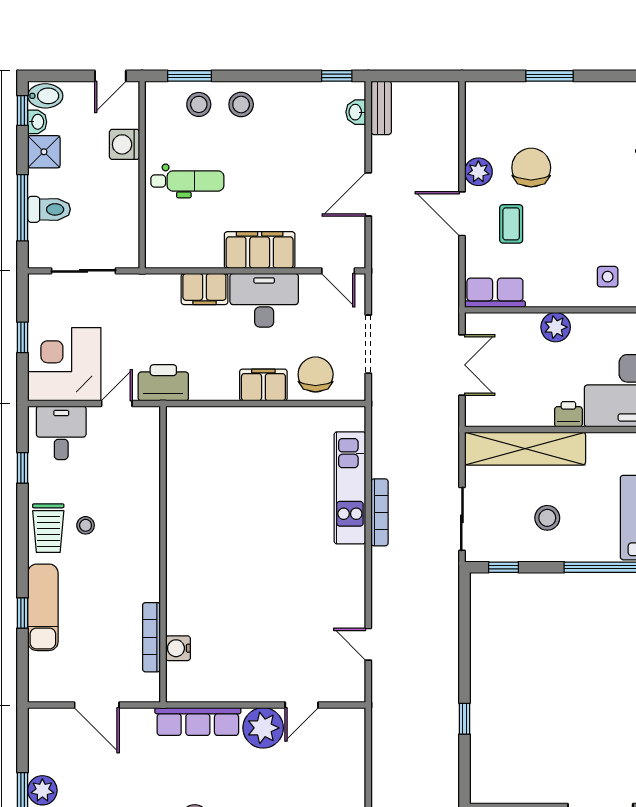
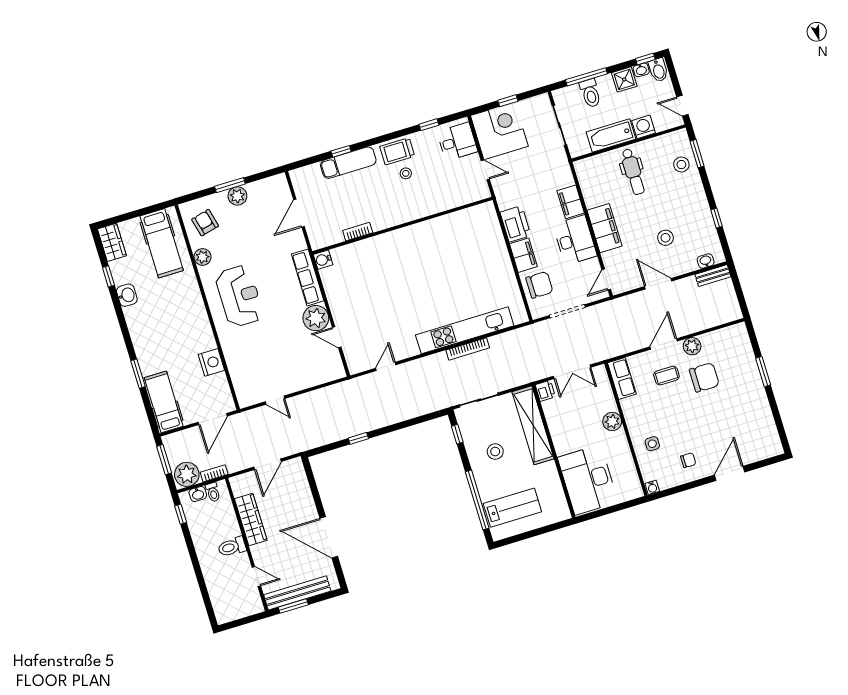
window: (337, 76) -> (717, 218), moved
stool: (241, 104) -> (666, 238), moved
bathtub: (123, 198) -> (611, 135), added
printer: (163, 383) -> (515, 224), moved
printer: (568, 414) -> (545, 391), moved
kitchen unit: (350, 488) -> (465, 330), width x1.36
bookcase: (151, 637) -> (358, 232), width x0.64
water cooler: (178, 648) -> (323, 260), moved, turned -90

